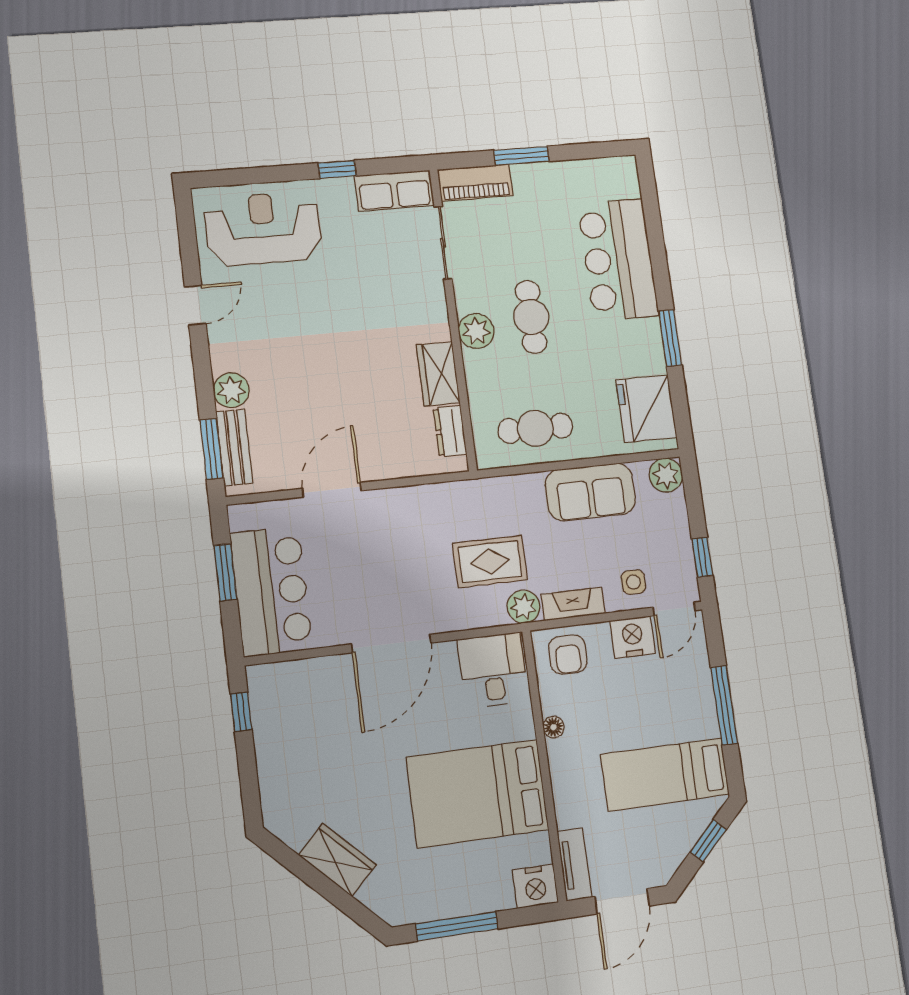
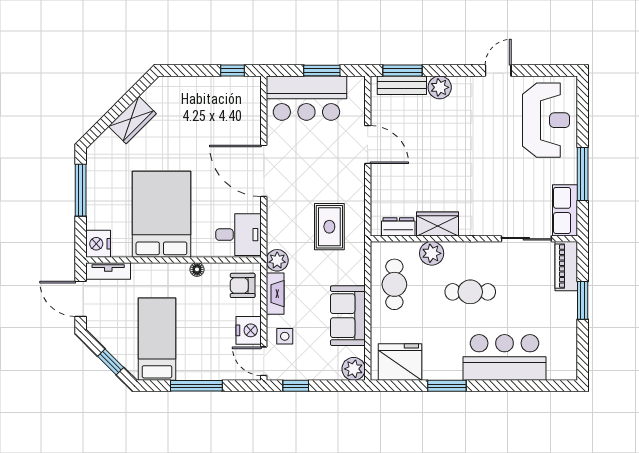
window: (337, 169) -> (583, 174), width x2.17
door: (195, 305) -> (498, 70), swing flipped
plant: (476, 331) -> (432, 253), moved
rug: (490, 562) -> (329, 227), moved

